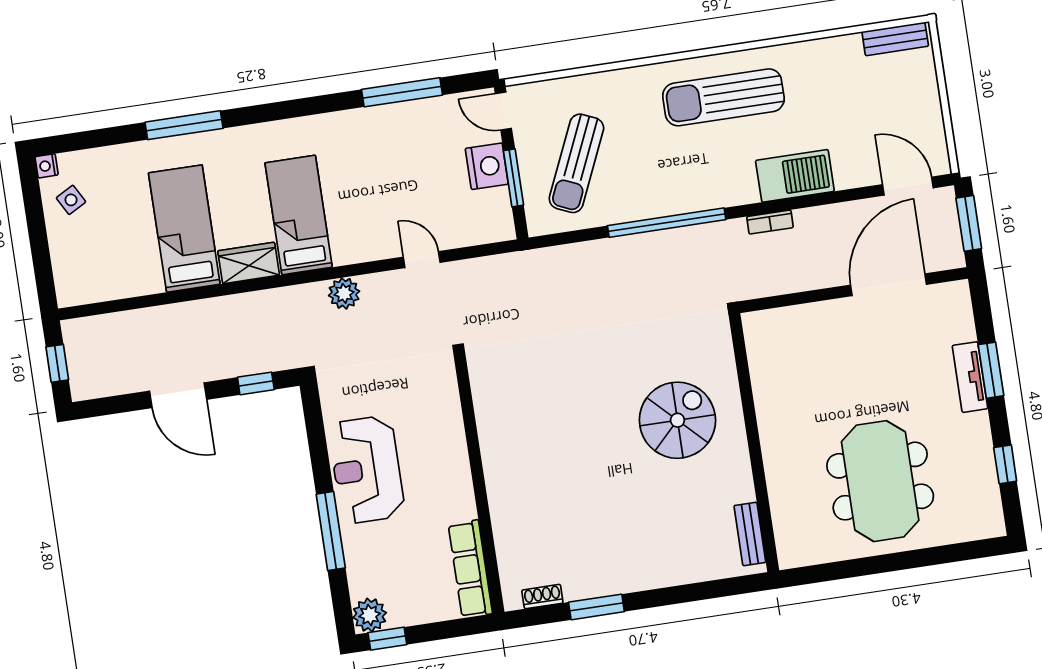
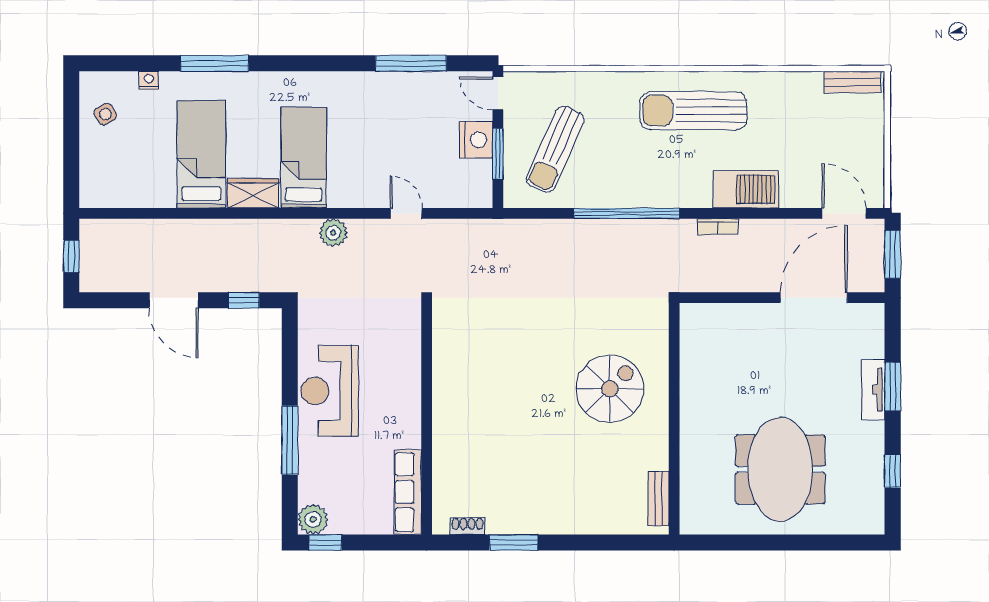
nightstand: (47, 166) -> (149, 80), moved, turned 90

